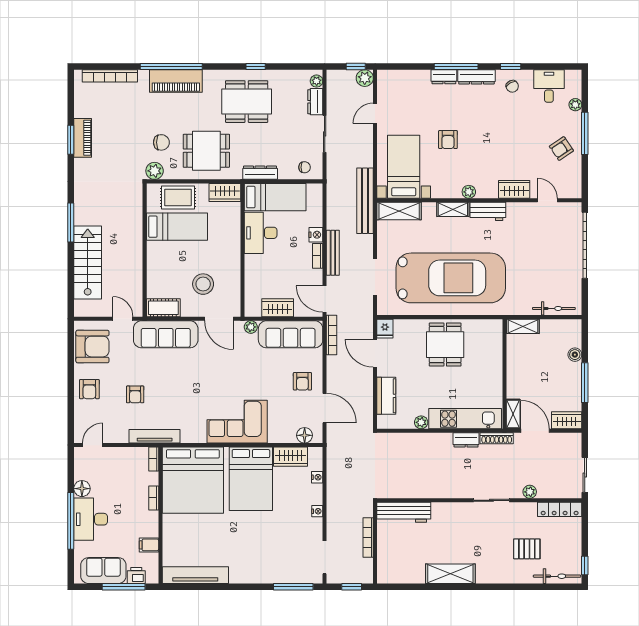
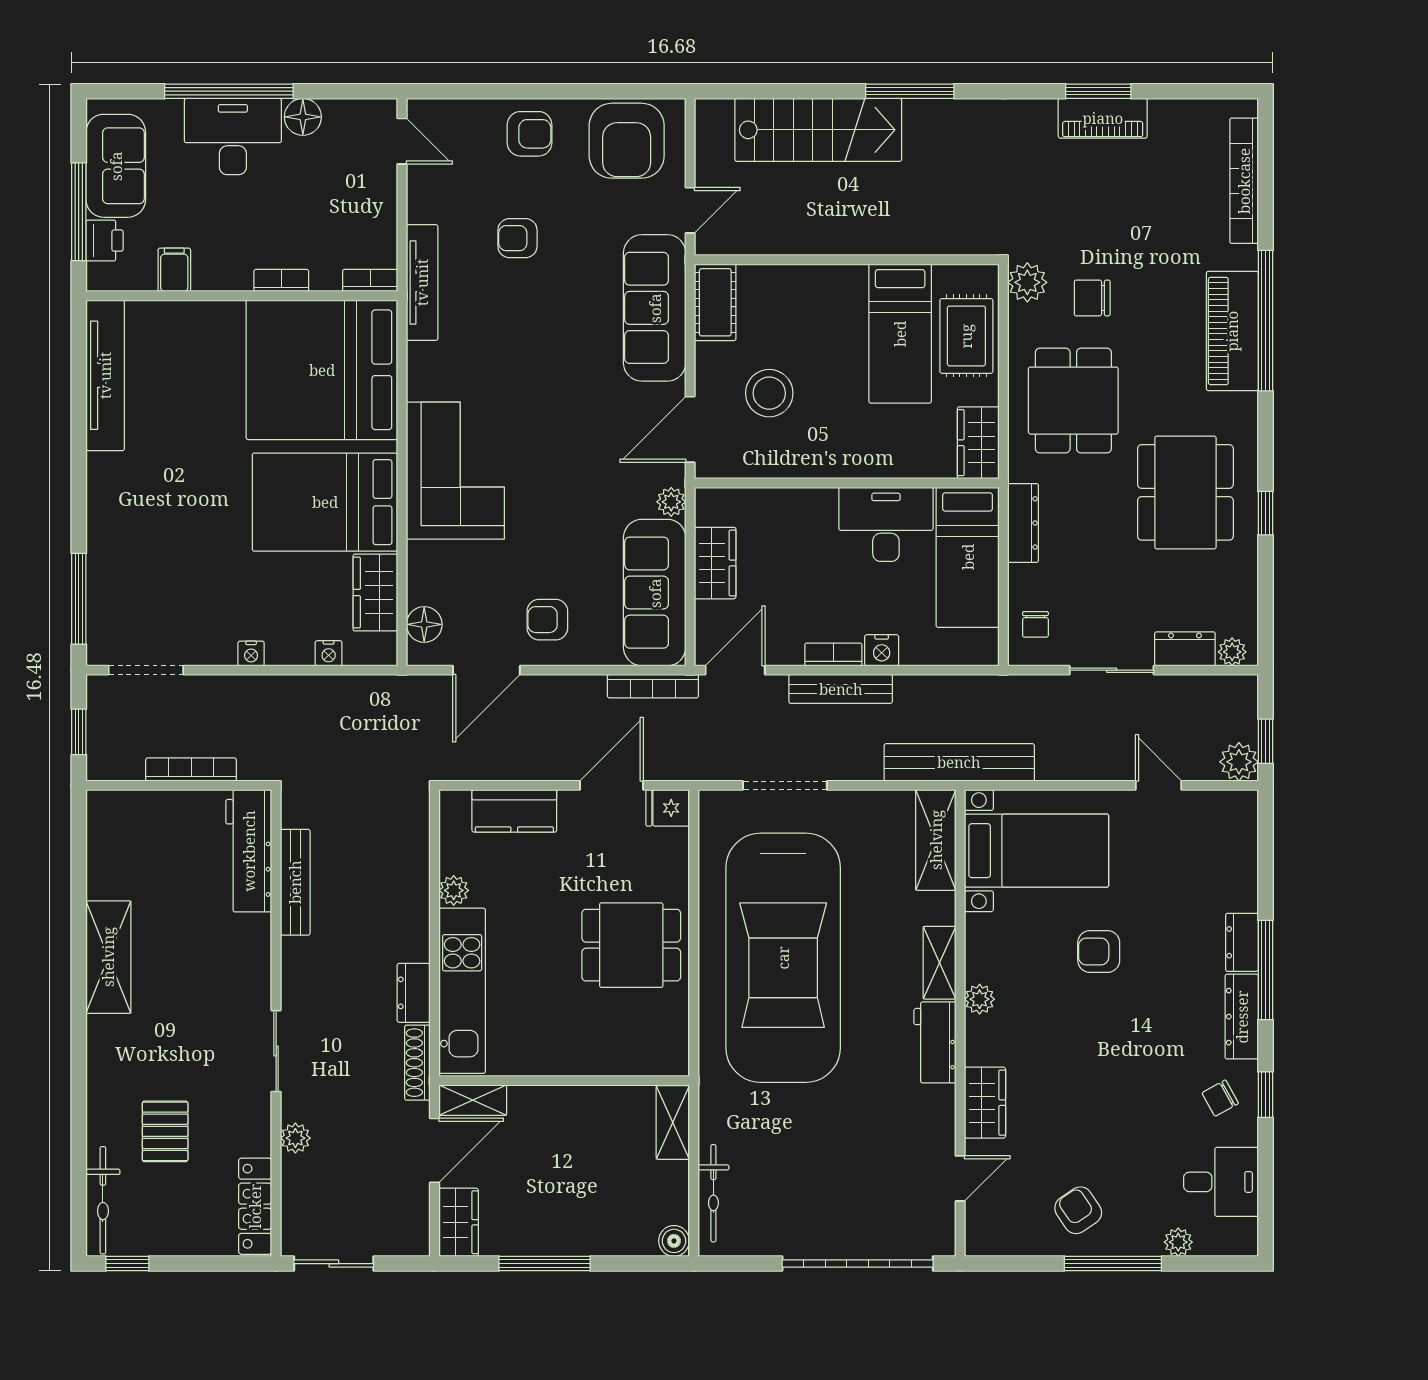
chair: (161, 142) -> (1092, 298), turned 90
boiler: (575, 355) -> (674, 1241), moved
armchair: (89, 389) -> (530, 134), turned 180
bench: (418, 492) -> (295, 882), added

